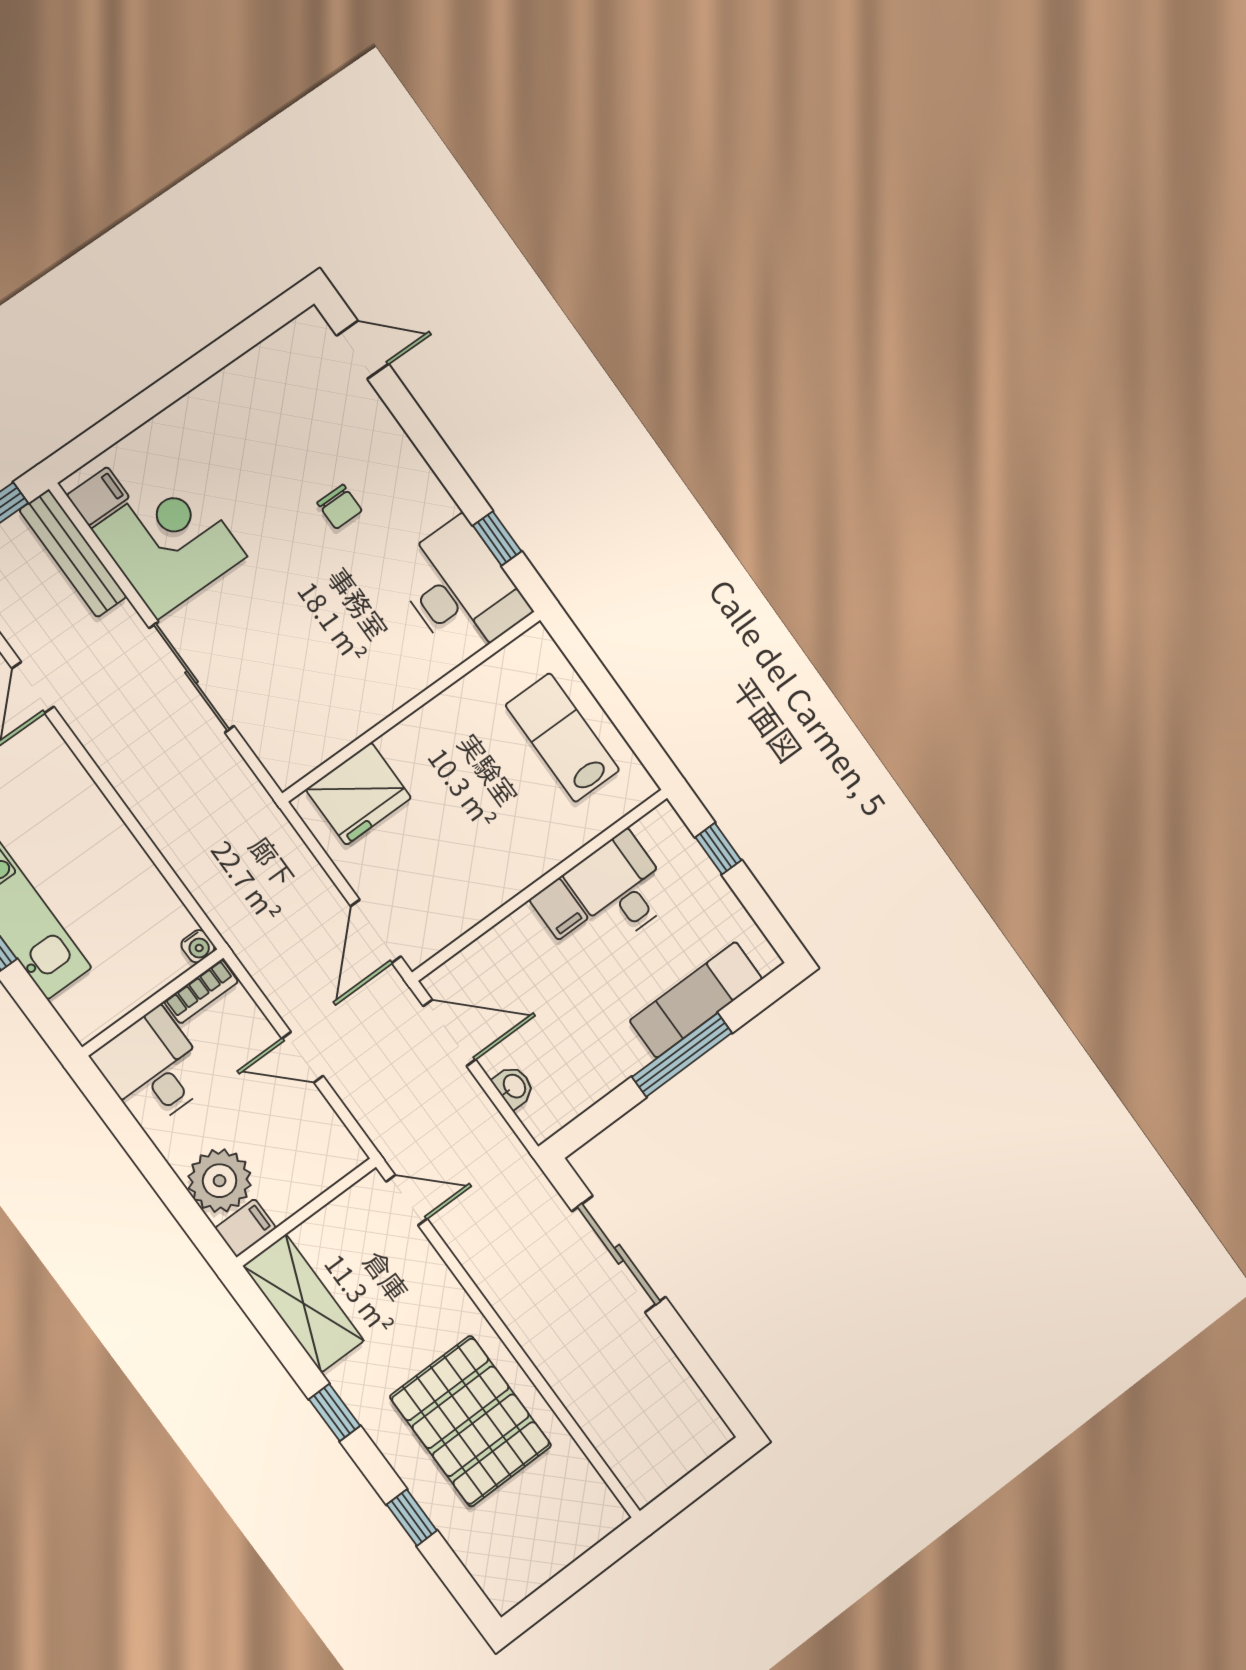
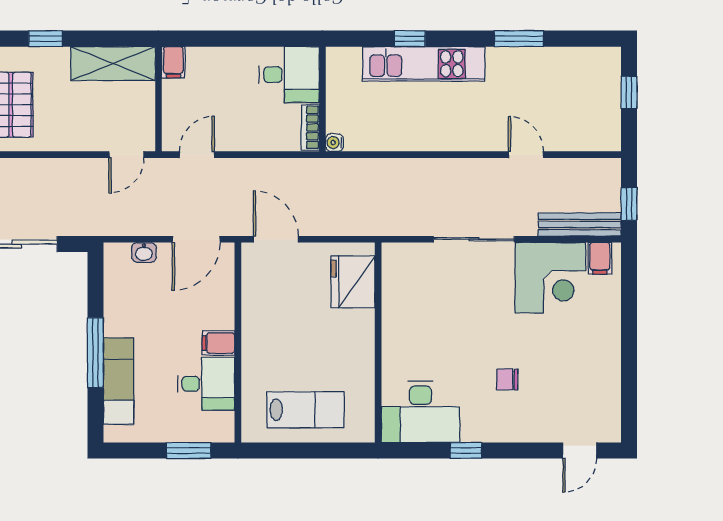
window: (497, 538) -> (466, 450), moved
window: (718, 849) -> (189, 450), width x1.50
door: (302, 1057) -> (197, 155), moved
plant: (220, 1181) -> (207, 67), removed

